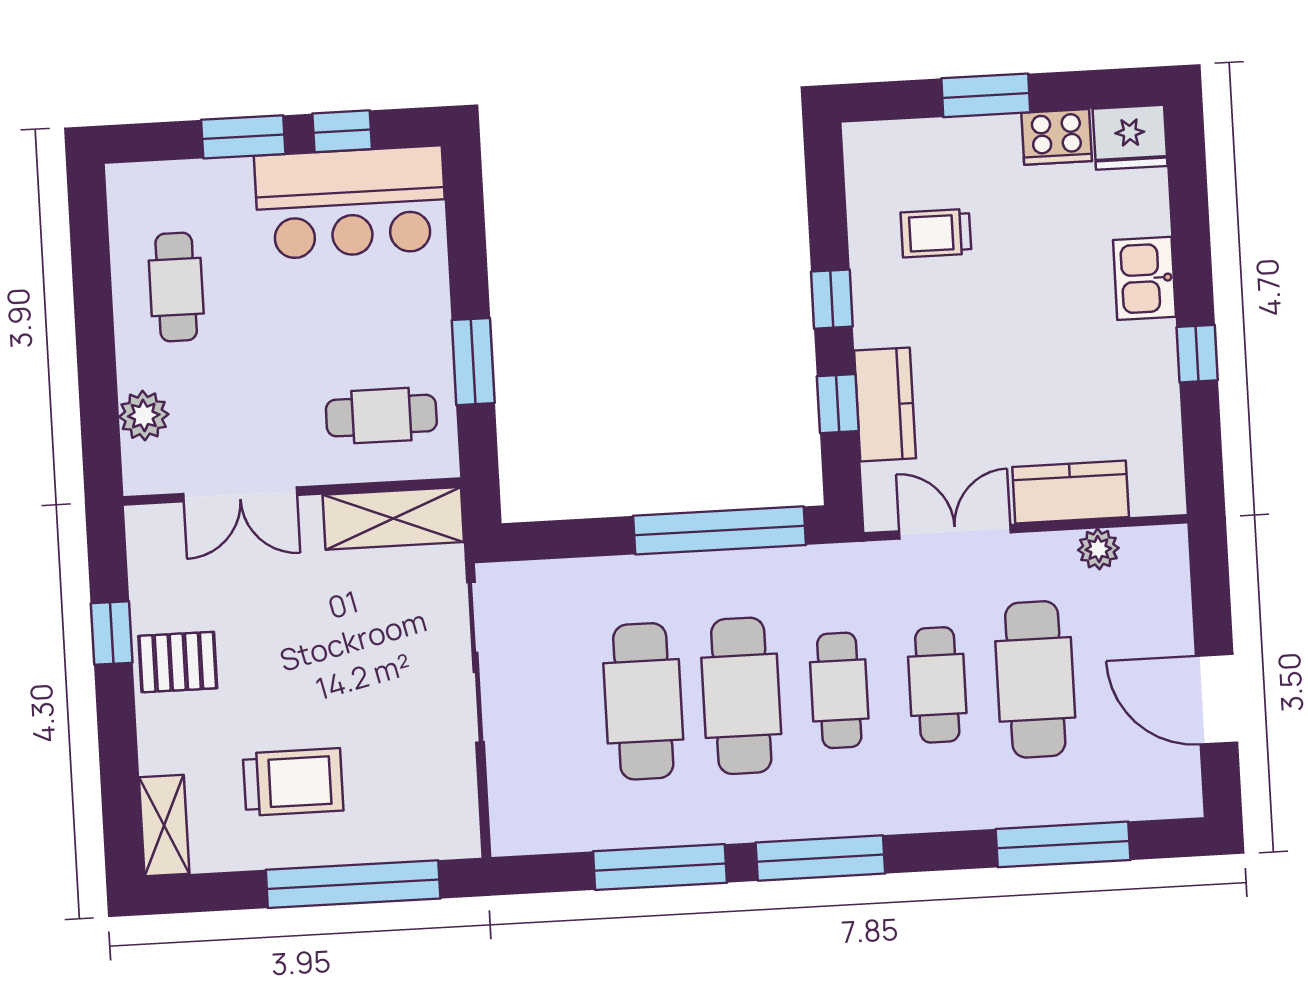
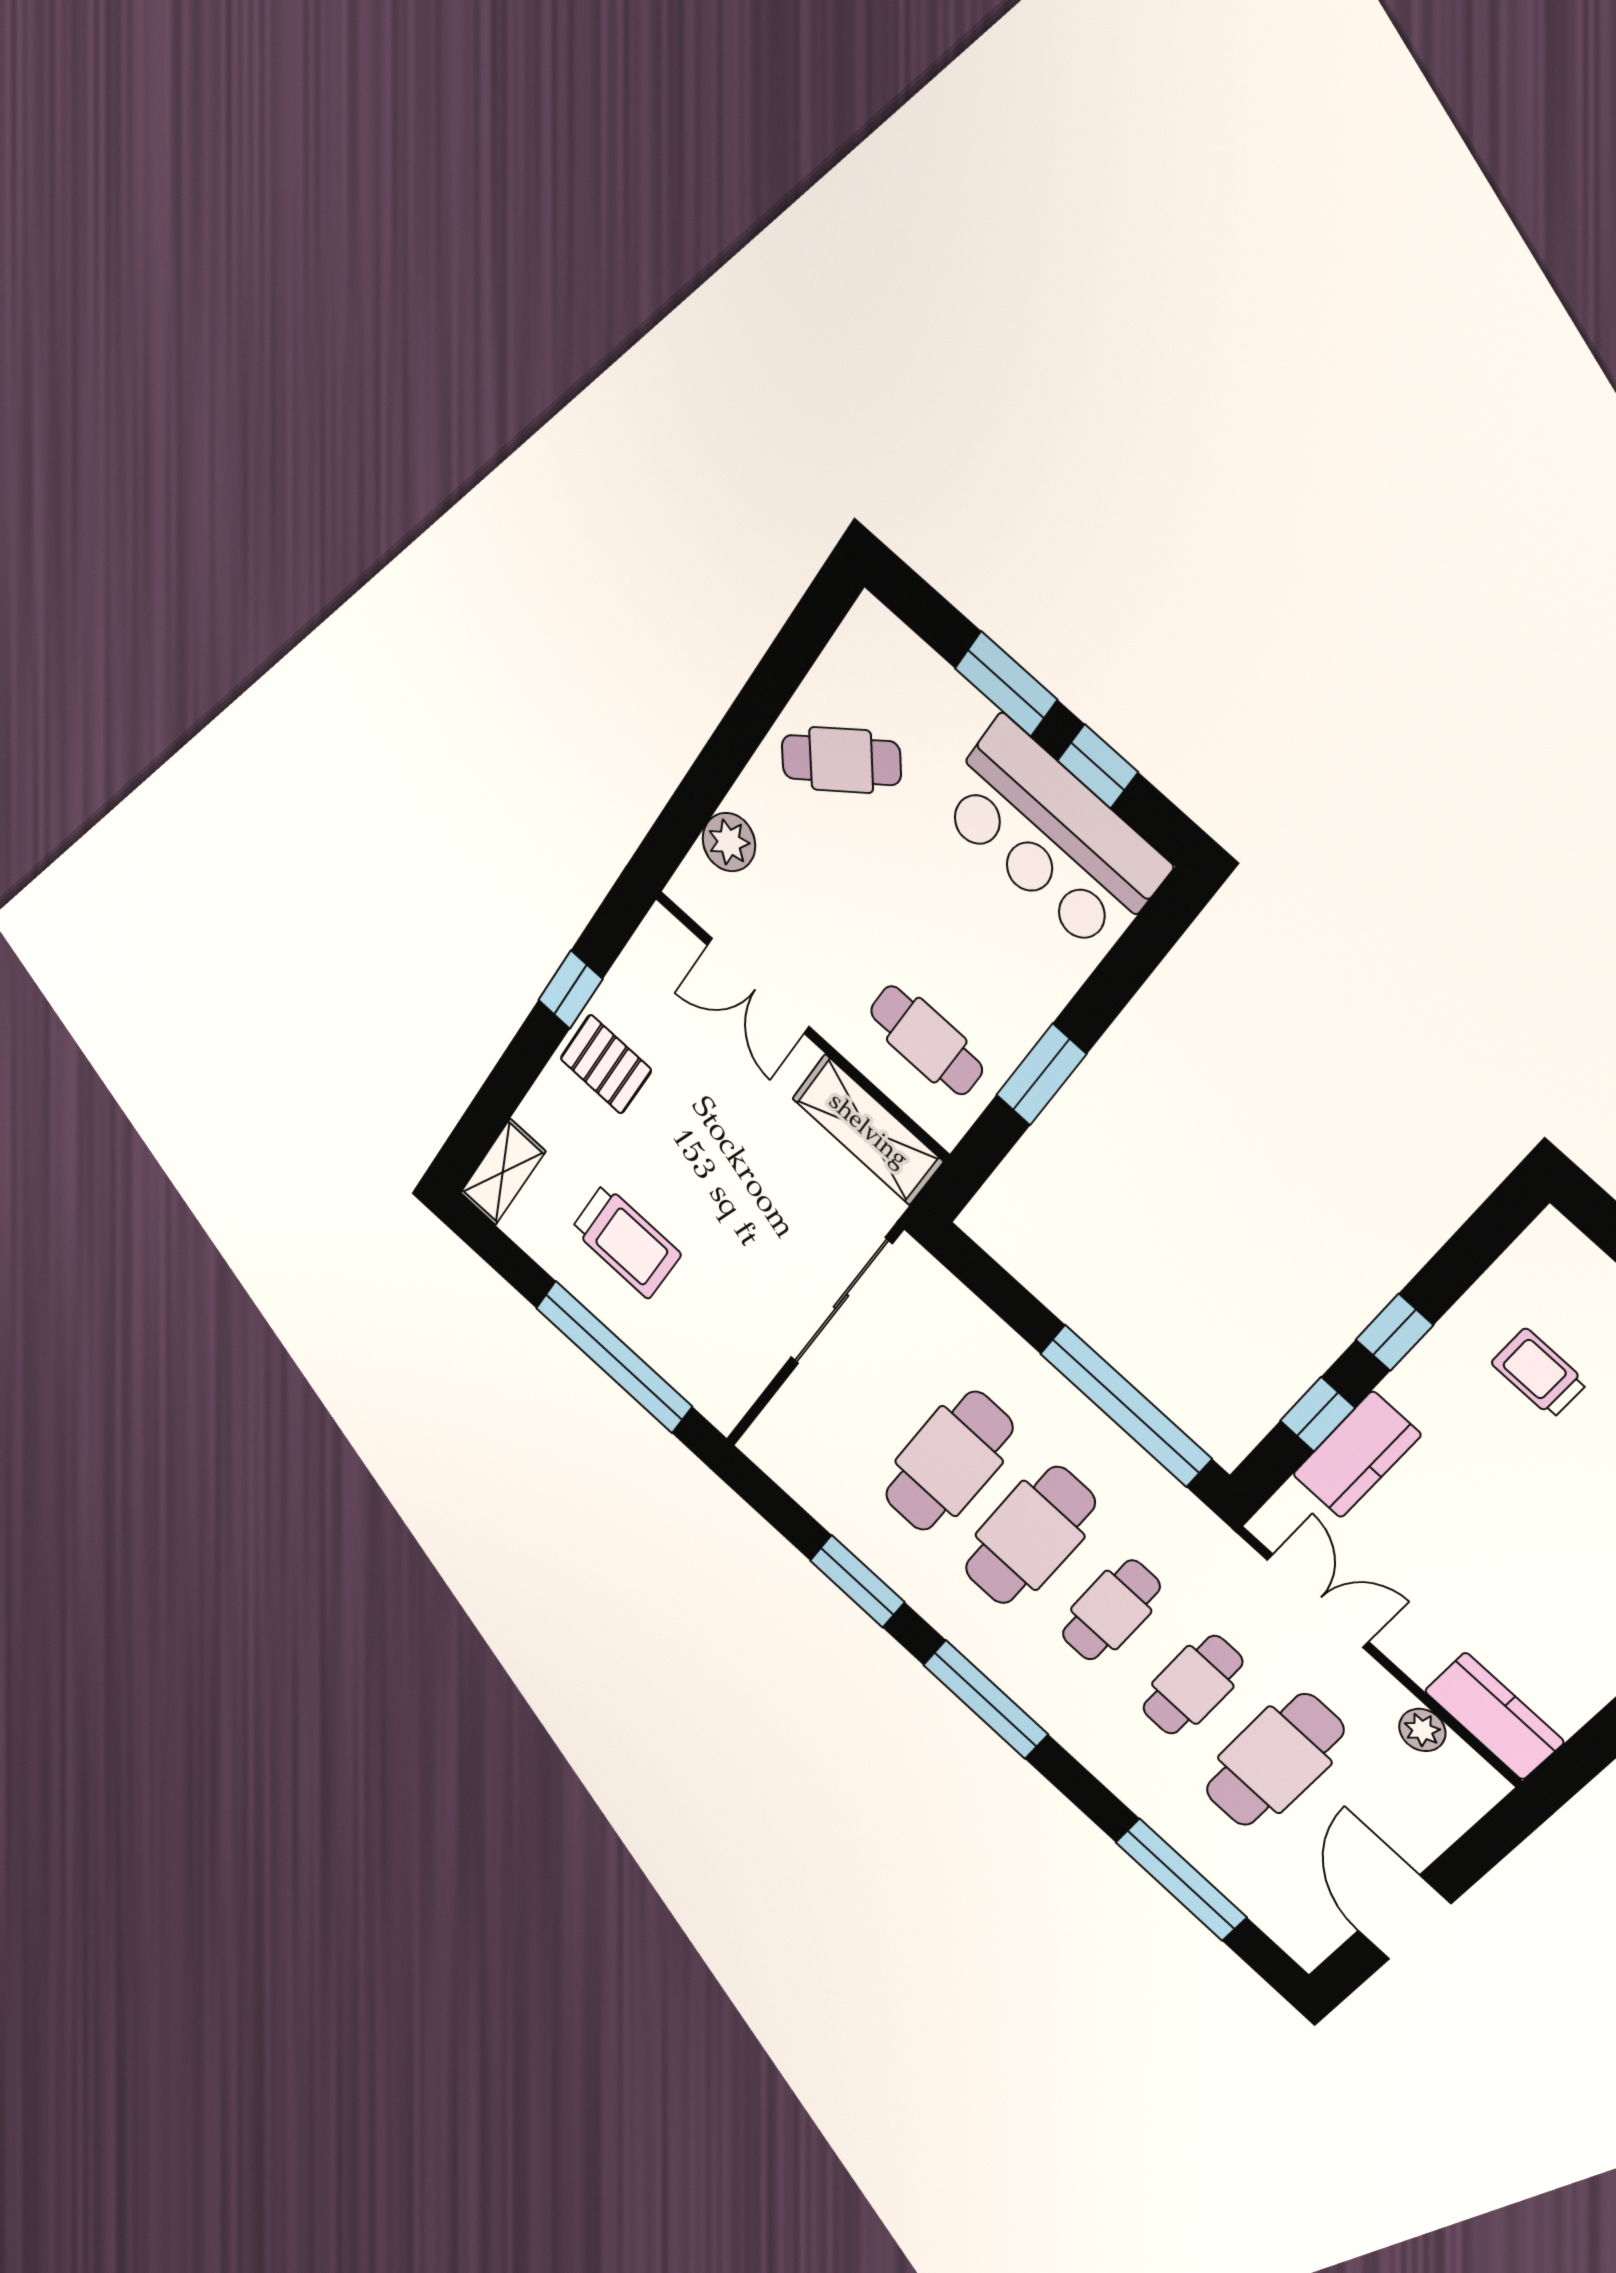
cafe table: (176, 287) -> (841, 760), turned 52
kitchen counter: (1071, 492) -> (1494, 1716), moved
window: (660, 867) -> (857, 1581), width x0.69

